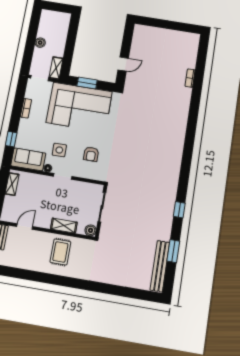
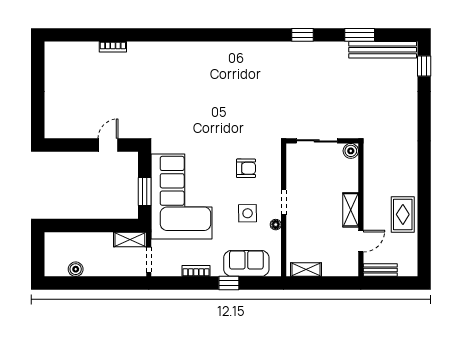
boiler: (40, 43) -> (76, 269), moved
door: (123, 64) -> (108, 145), hinge flipped
window: (11, 139) -> (229, 283), moved
sofa: (28, 159) -> (246, 263), moved, turned 90
shelving: (64, 226) -> (351, 210), moved
door: (25, 227) -> (361, 241), swing flipped
rug: (60, 252) -> (403, 214), moved, turned 90
window: (143, 295) -> (424, 66), added

